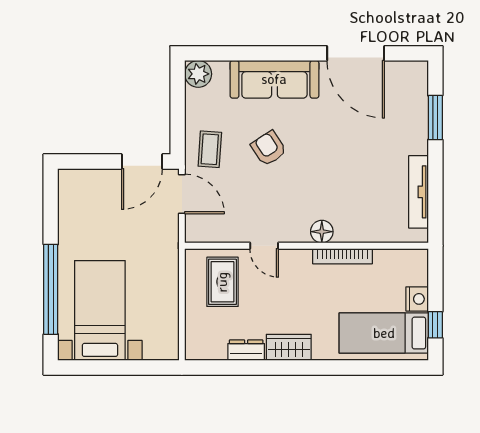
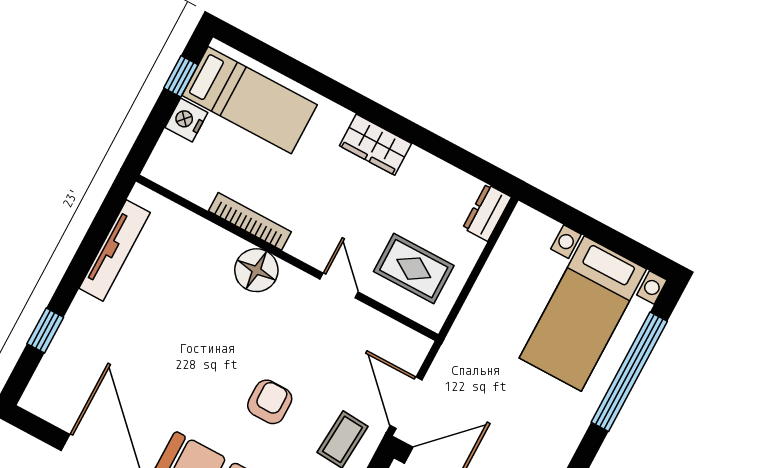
window: (435, 118) -> (45, 331), width x0.67
armchair: (269, 148) -> (270, 402), turned -147
floor lamp: (322, 232) -> (256, 270), width x1.38, depth x1.38
rug: (222, 282) -> (414, 269), turned 90
dresser: (246, 350) -> (487, 212), moved, turned 90

